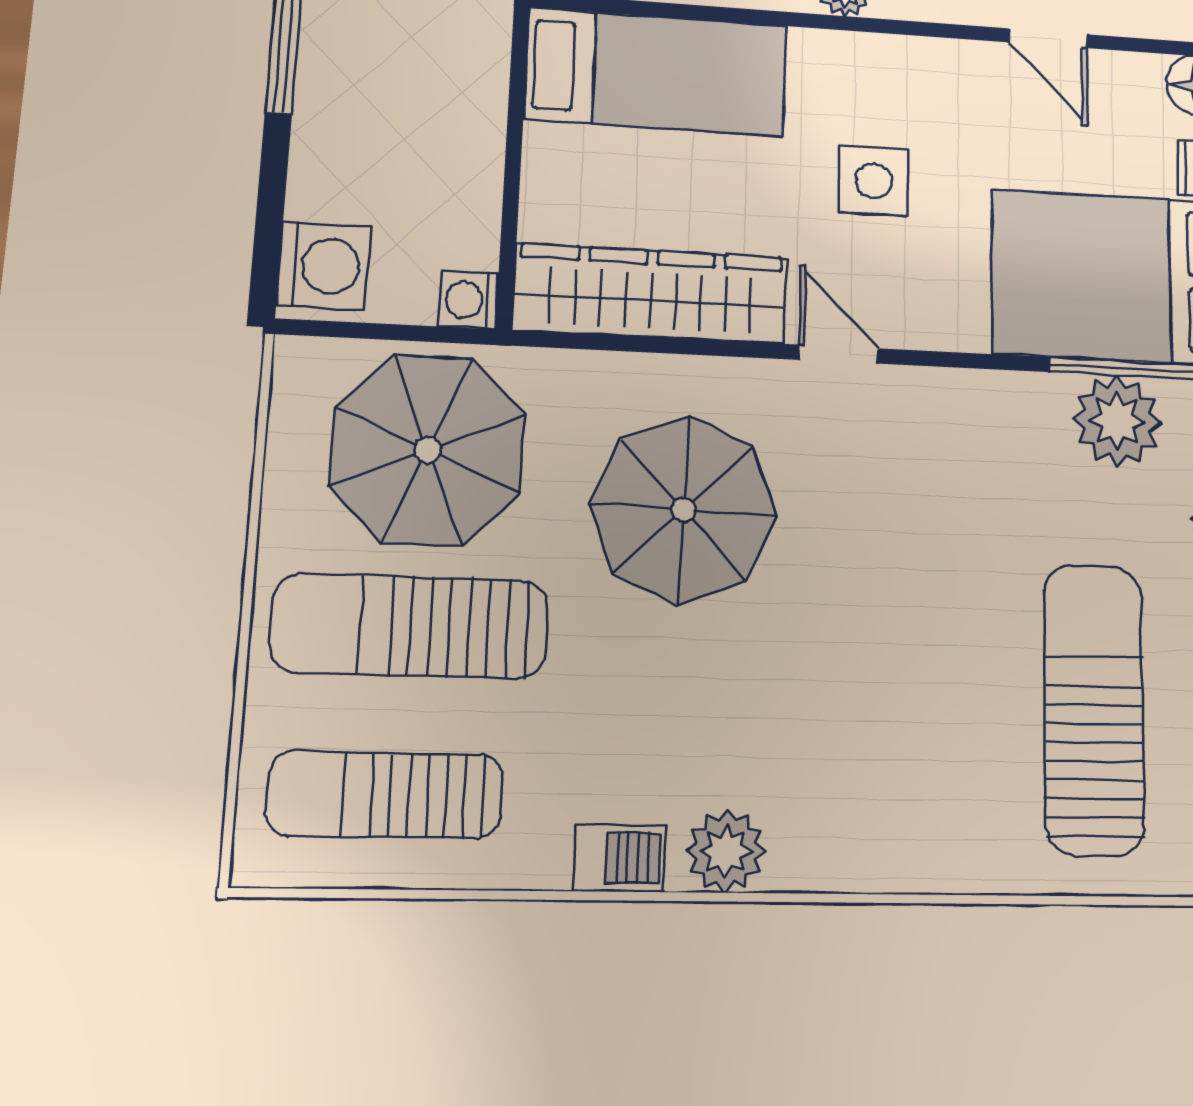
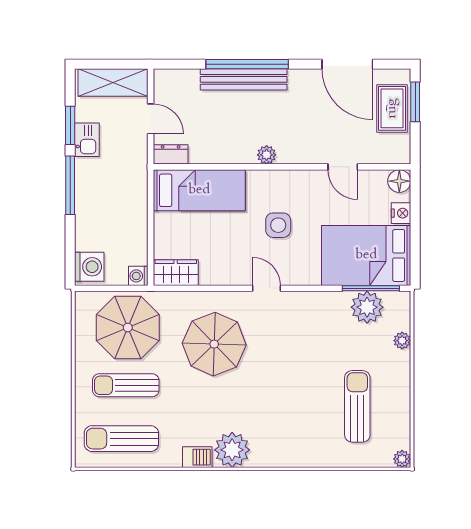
wardrobe: (651, 294) -> (176, 273), width x0.48, depth x0.85
sun lounger: (410, 626) -> (126, 385), width x0.73, depth x0.75
sun lounger: (1094, 709) -> (357, 406), width x0.73, depth x0.75
plant: (726, 851) -> (232, 450), width x1.36, depth x1.36

